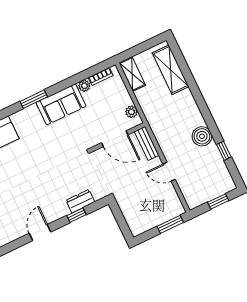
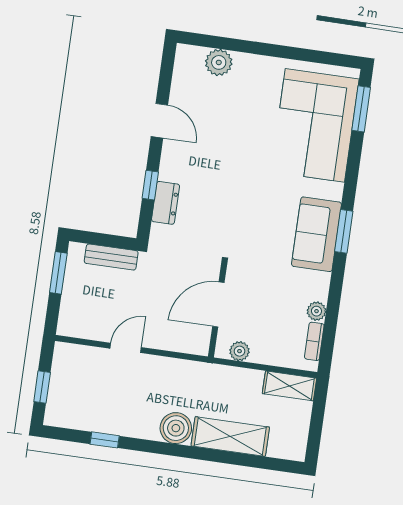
shelving: (170, 70) -> (230, 436), moved
sofa: (61, 104) -> (316, 234), moved
boiler: (202, 136) -> (176, 428), moved
bench: (147, 143) -> (111, 257), moved
window: (170, 224) -> (58, 273), moved

